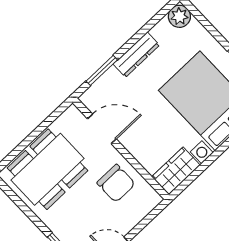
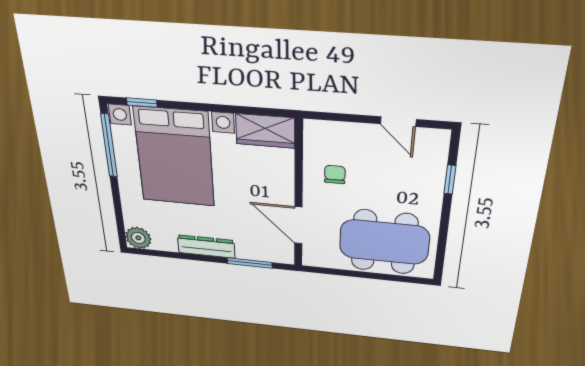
chair: (116, 183) -> (335, 174), width x0.54, depth x0.54

